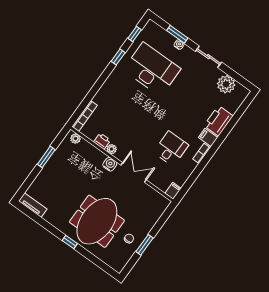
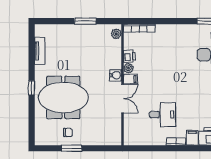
filing cabinet: (173, 191) -> (130, 79), moved
tv unit: (33, 205) -> (40, 51), moved

